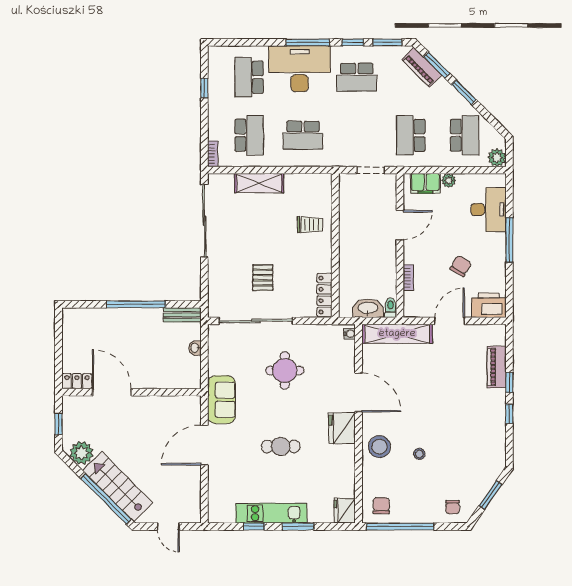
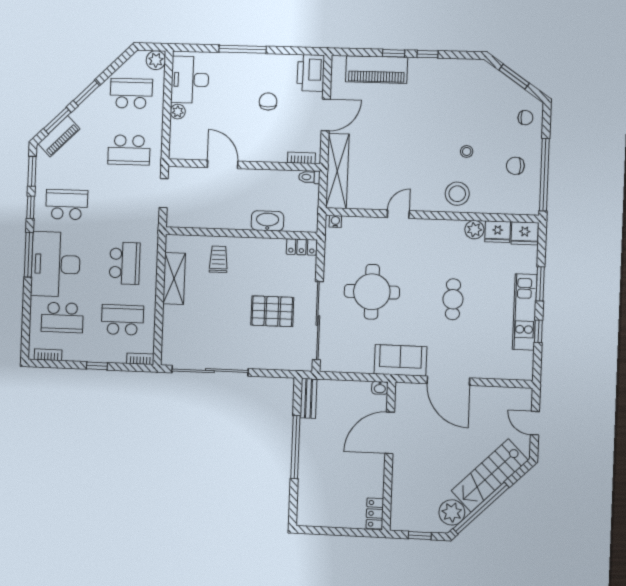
bookcase: (213, 65) -> (48, 355), added
school desk: (357, 77) -> (67, 205), turned -90
window: (204, 88) -> (97, 366), moved
shelving: (259, 183) -> (174, 278), moved
filing cabinet: (425, 183) -> (180, 136), removed
desk: (489, 210) -> (190, 80), moved, turned -90
chair: (461, 266) -> (268, 101), turned 59
pallet: (263, 278) -> (272, 311), width x1.50, depth x1.42
bookcase: (408, 278) -> (301, 158), moved
locker: (324, 295) -> (301, 247), width x0.66
washbasin: (368, 308) -> (267, 221), moved, turned 90
door: (450, 321) -> (326, 115), swing flipped
washbasin: (195, 348) -> (380, 388), moved
piano: (497, 367) -> (377, 70), width x1.37, depth x1.33
round table: (285, 371) -> (372, 292), width x1.36, depth x1.36
door: (112, 392) -> (390, 433), moved
door: (358, 392) -> (398, 214), width x0.53
fridge: (342, 428) -> (498, 232), moved, width x0.73, depth x0.75
plant: (346, 464) -> (474, 230), added
window: (106, 499) -> (481, 508), moved
chair: (381, 506) -> (515, 166), moved
door: (168, 526) -> (535, 423), swing flipped

